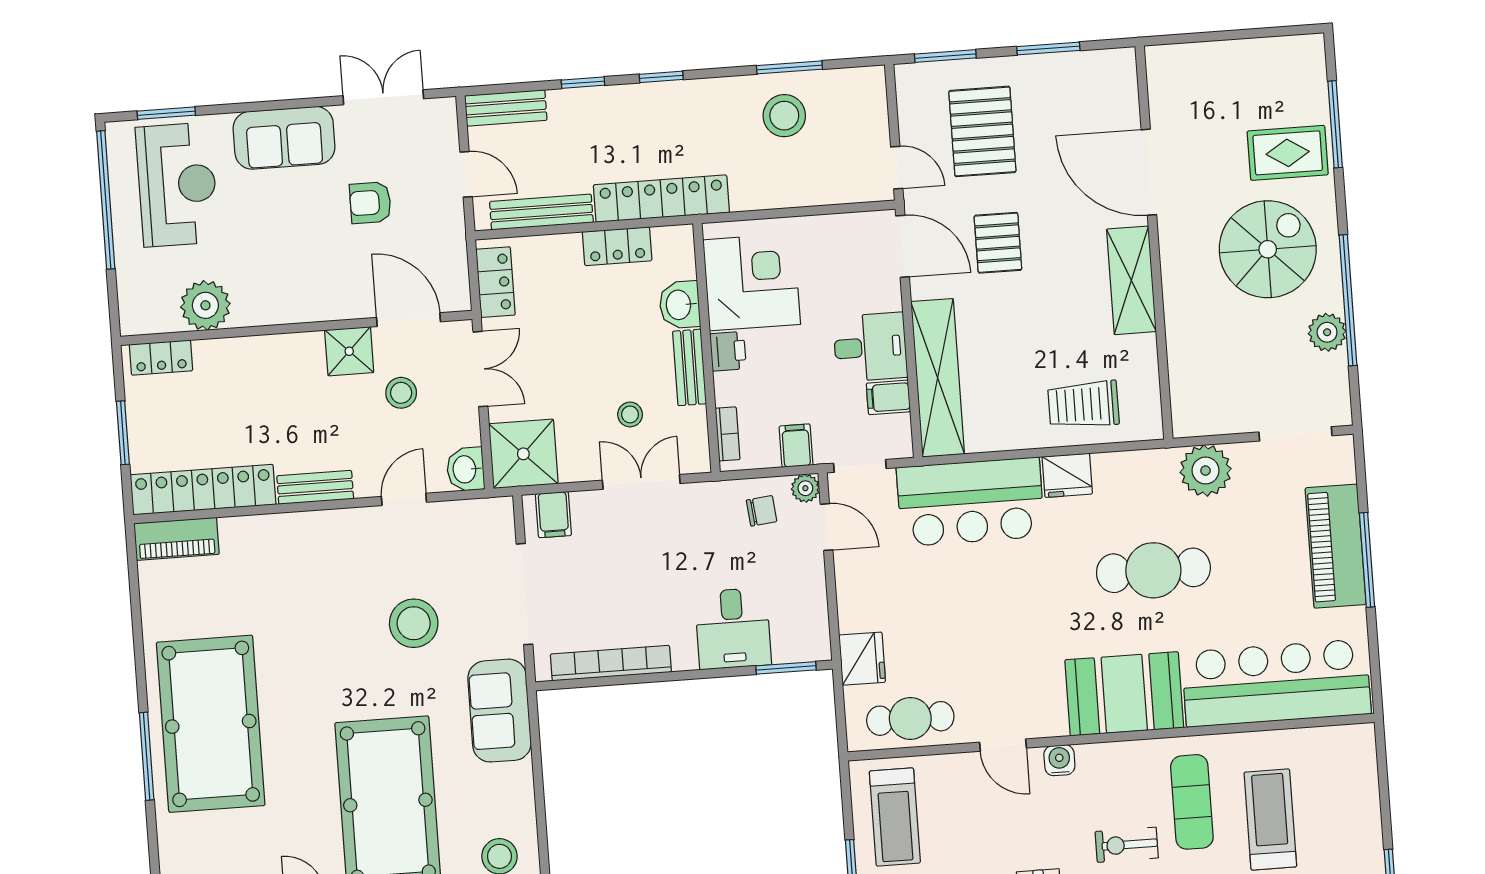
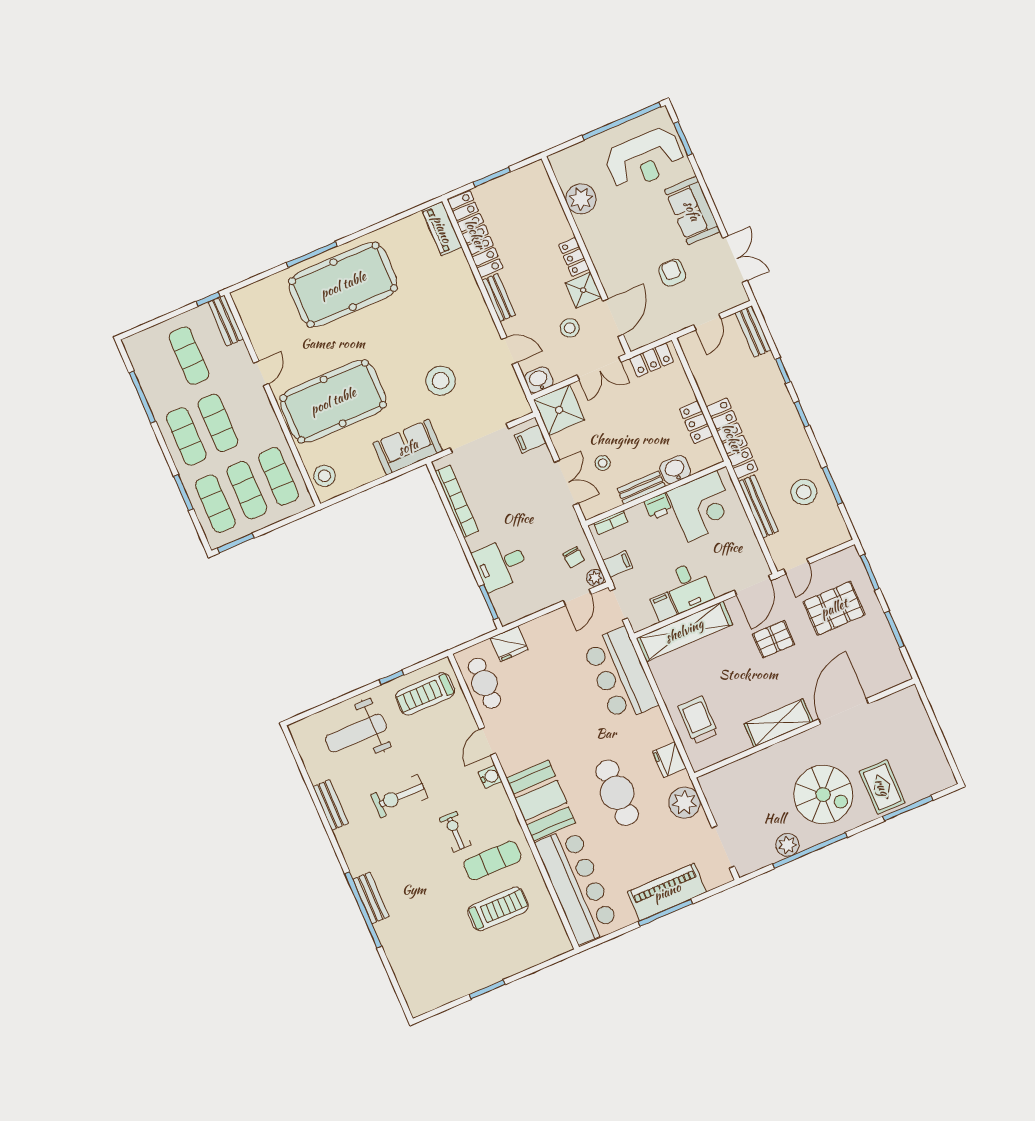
bench: (541, 212) -> (758, 506), moved
locker: (161, 358) -> (574, 257), moved
fridge: (1067, 475) -> (669, 760), moved

